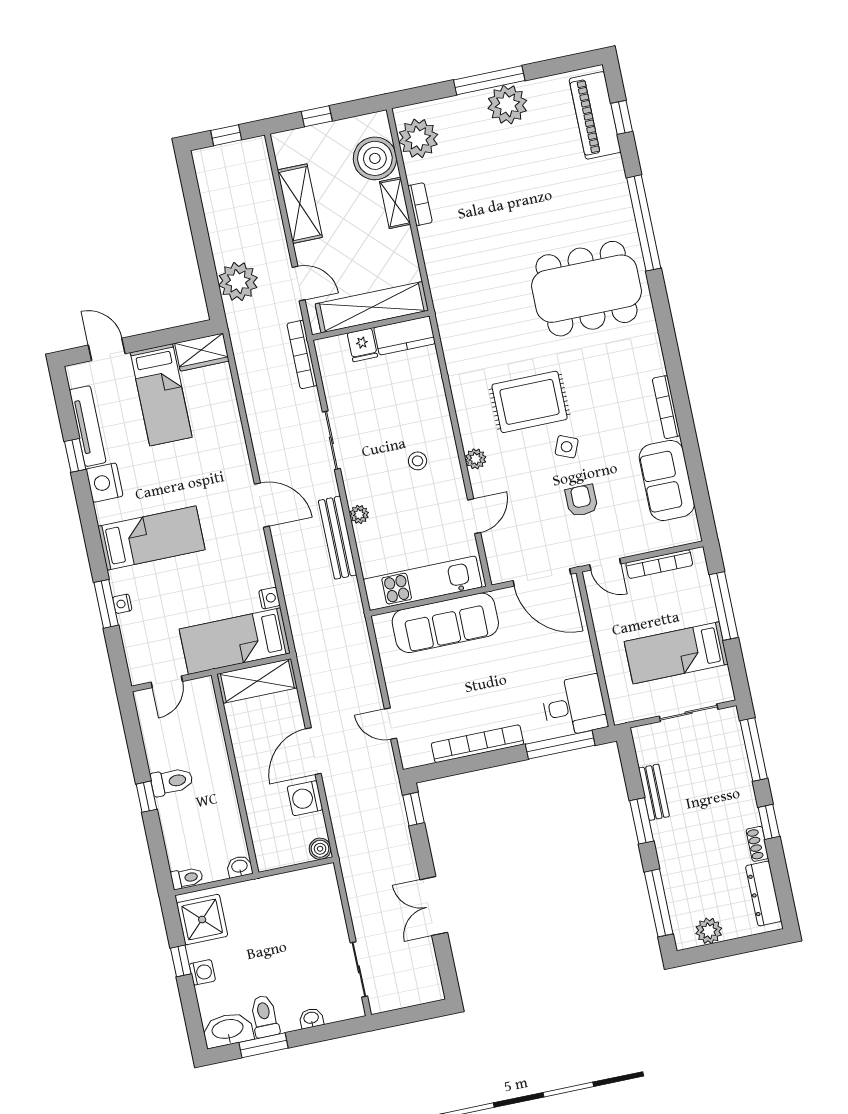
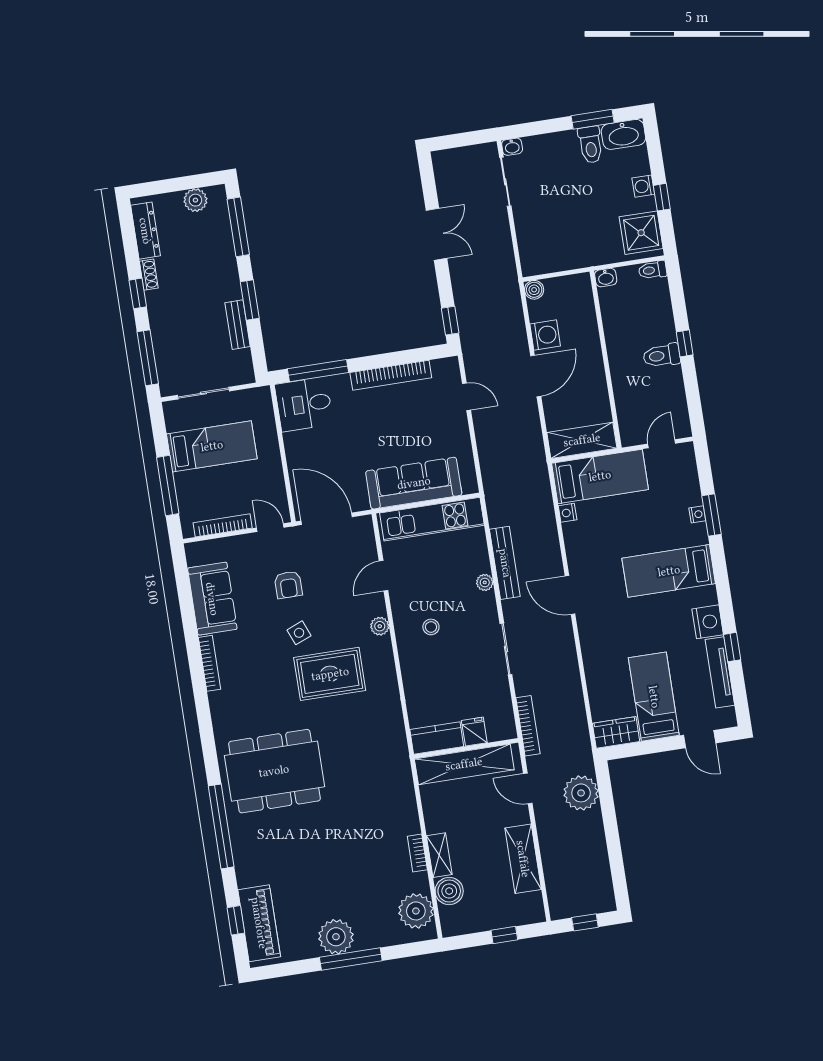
boiler: (375, 158) -> (449, 891), width x0.73, depth x0.73
side table: (567, 447) -> (299, 633), turned 45
washbasin: (311, 1018) -> (512, 147), moved

